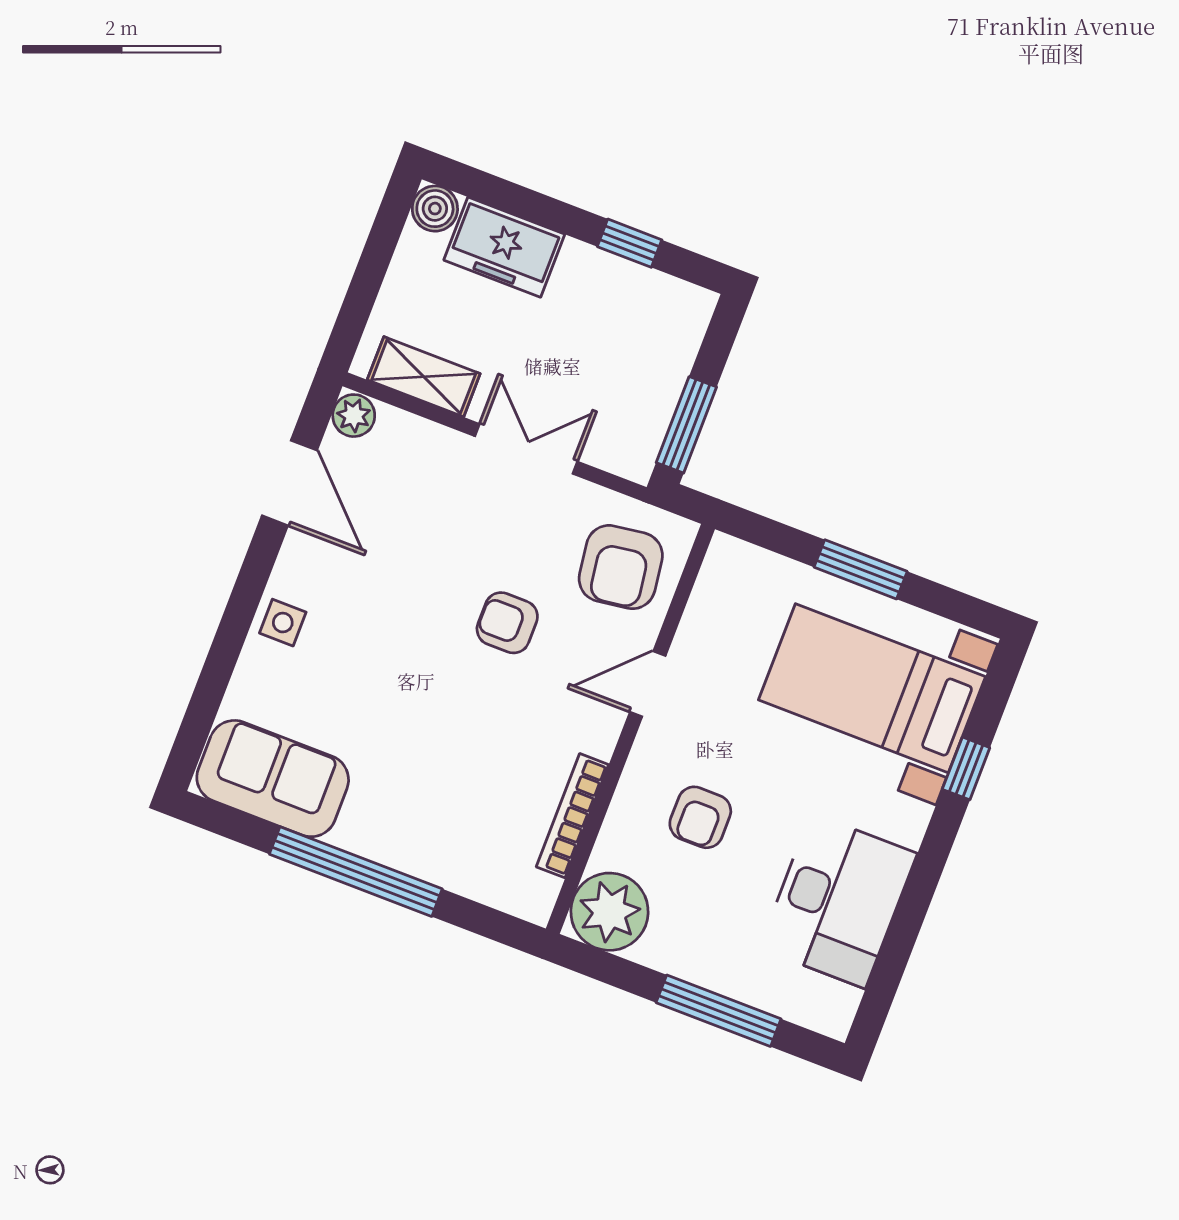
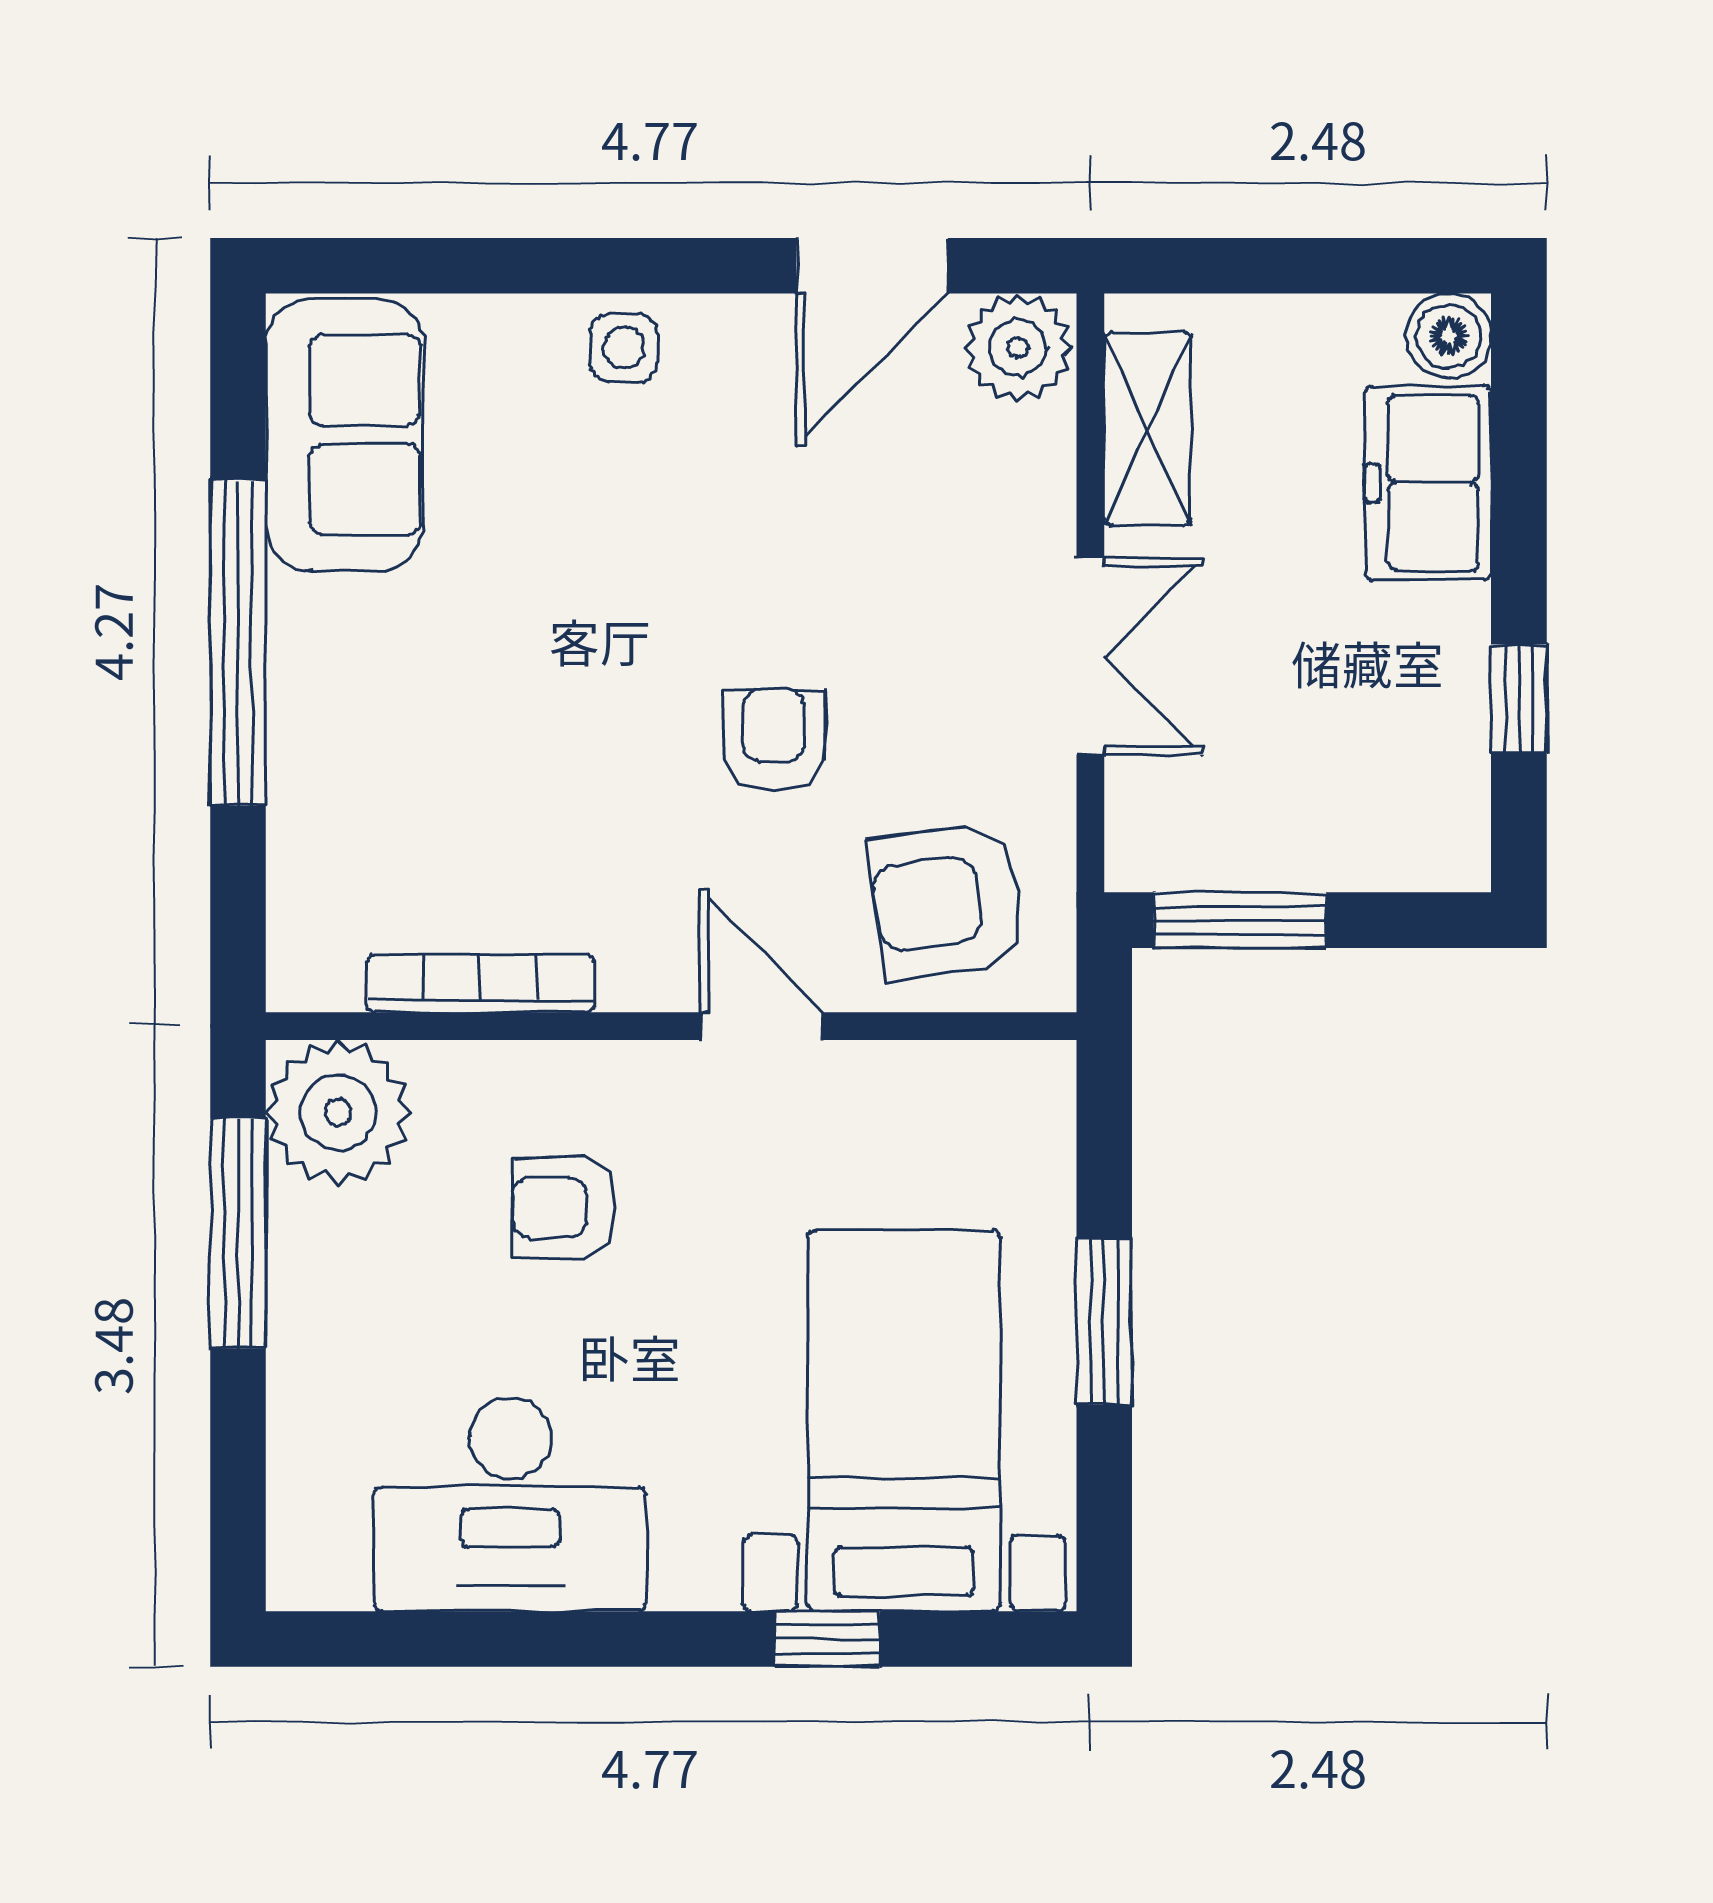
plant: (354, 416) -> (1018, 348), width x1.38, depth x1.38
window: (719, 1011) -> (238, 1233), moved

